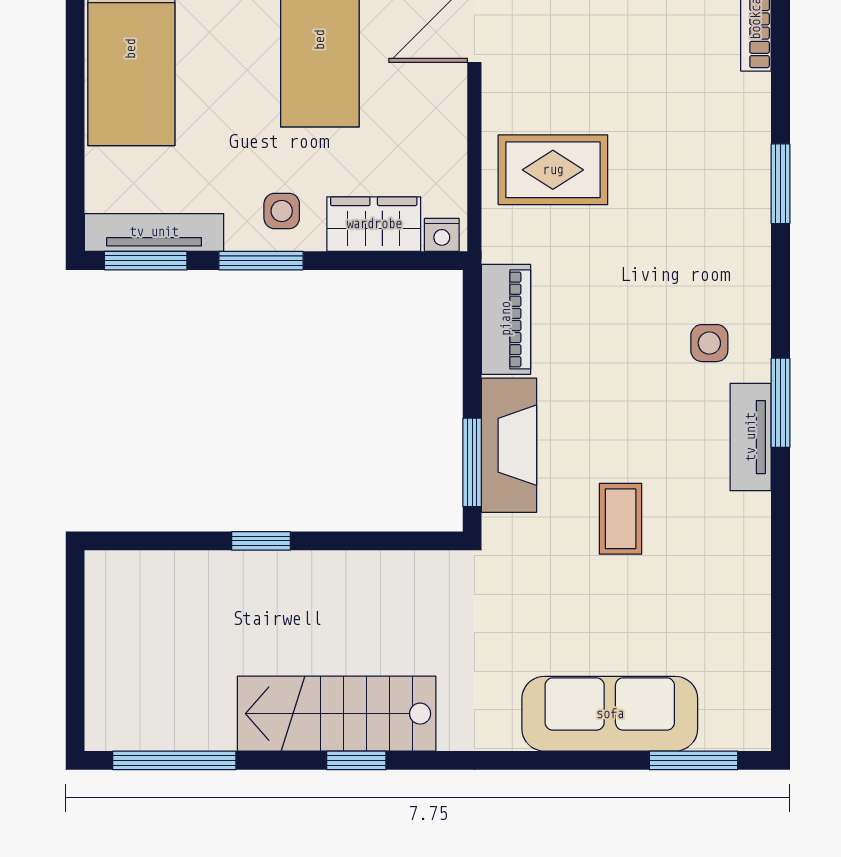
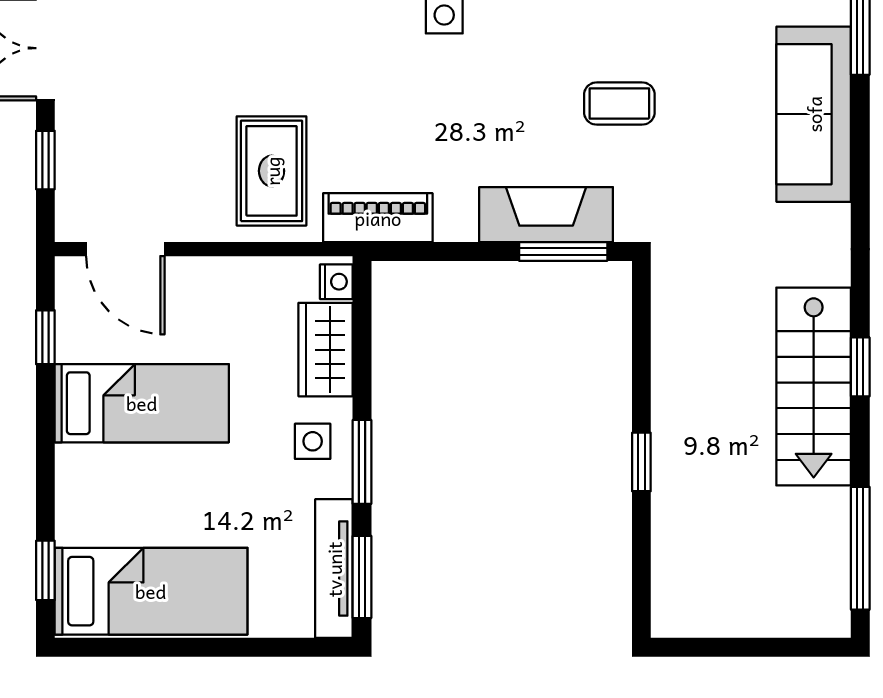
piano: (506, 319) -> (378, 218), moved

